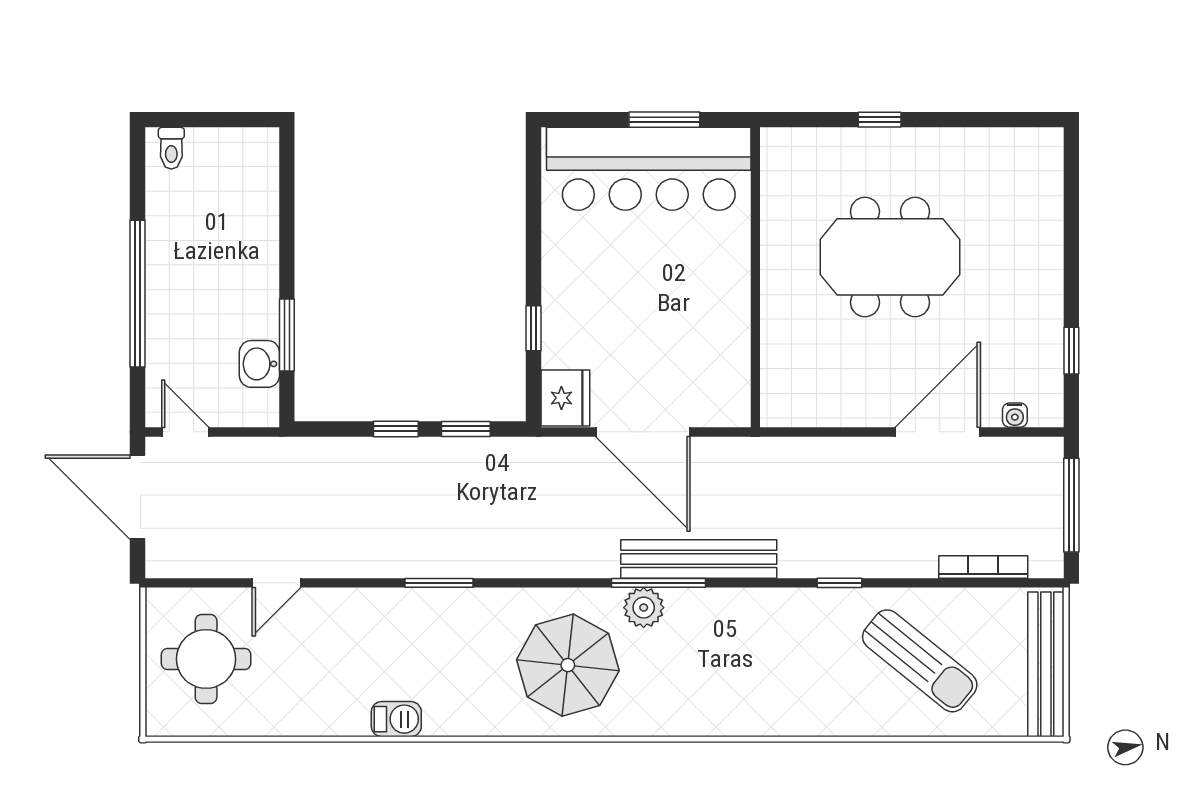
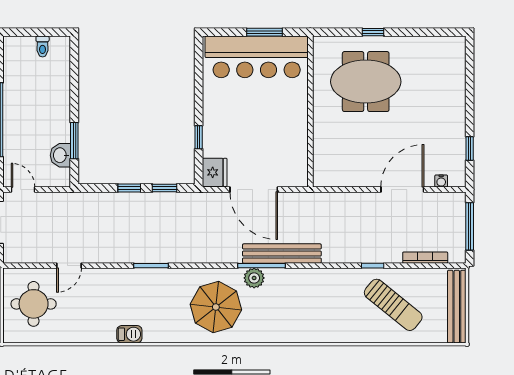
toilet: (171, 148) -> (43, 46), moved
meeting table: (890, 257) -> (366, 82), moved
window: (839, 583) -> (373, 266), moved

